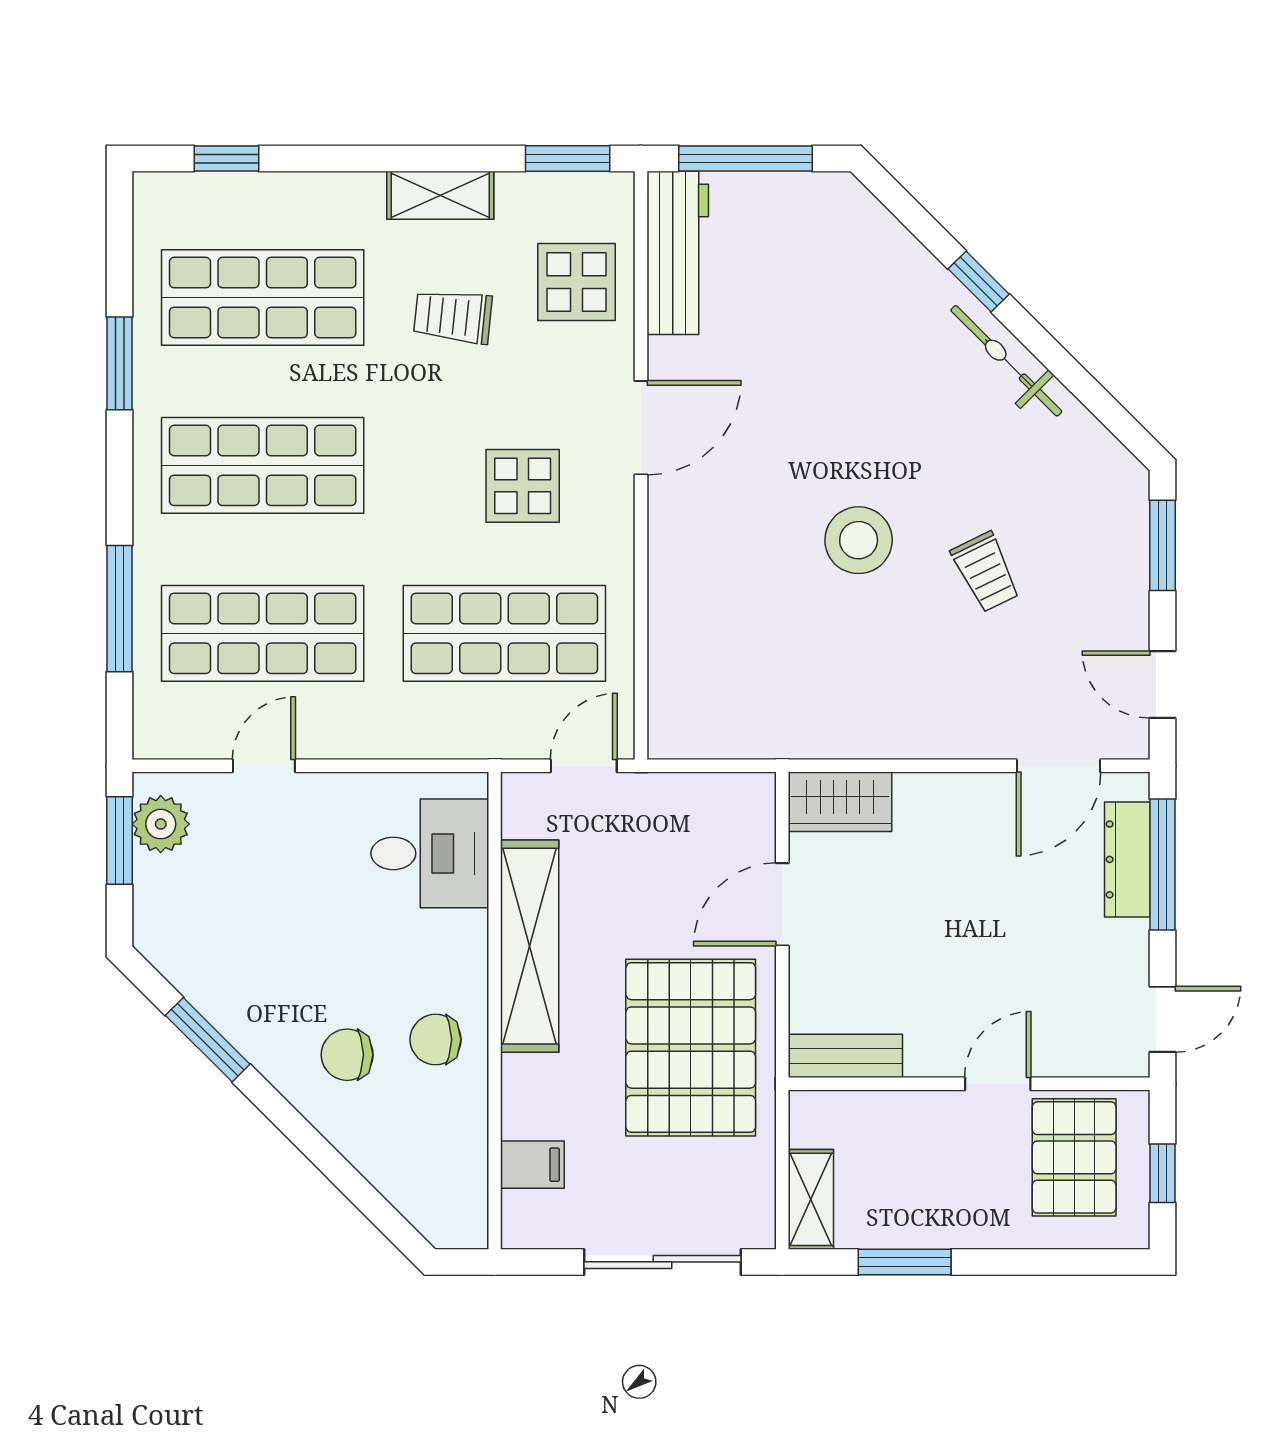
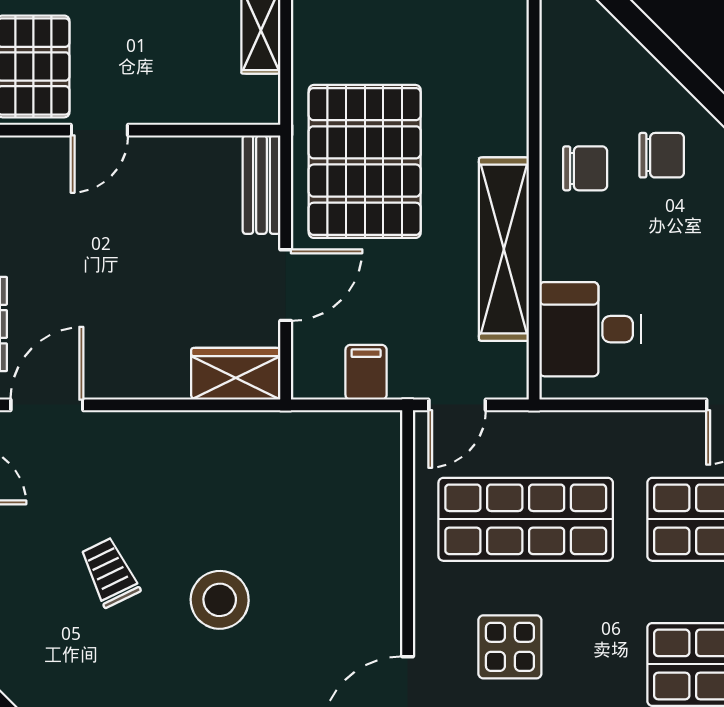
bench: (845, 1056) -> (262, 185), moved, turned 90
filing cabinet: (532, 1165) -> (366, 372), moved, turned 90

